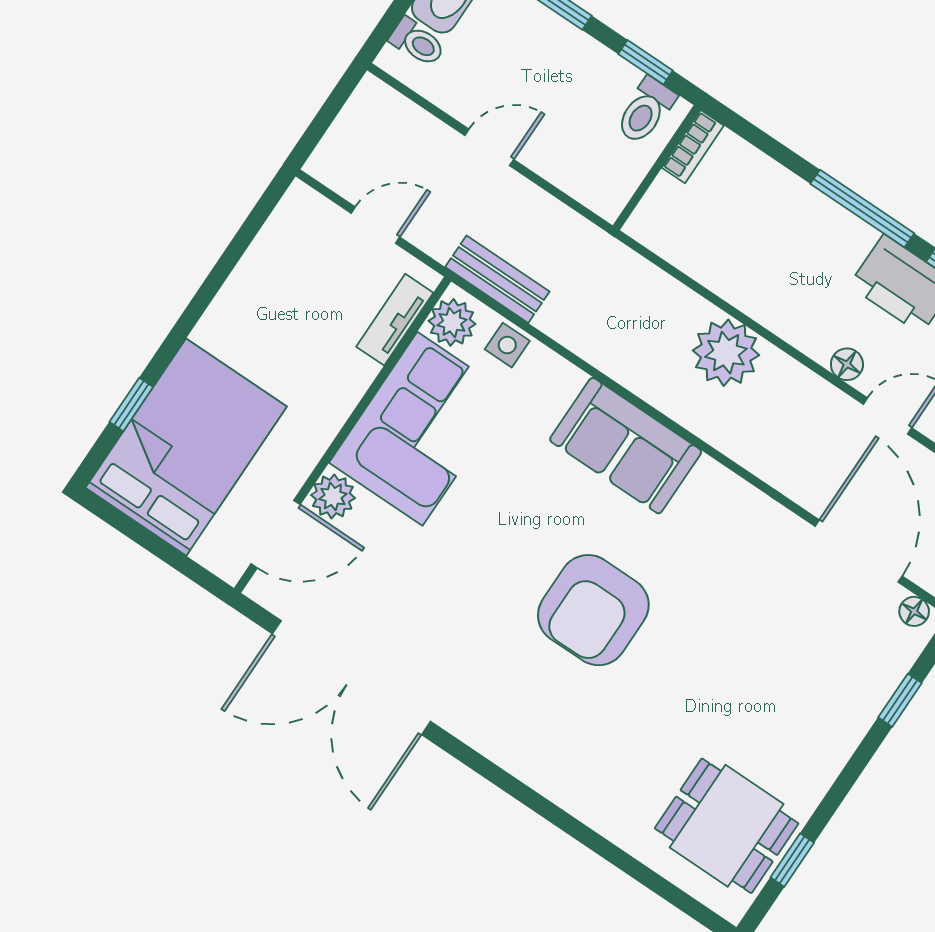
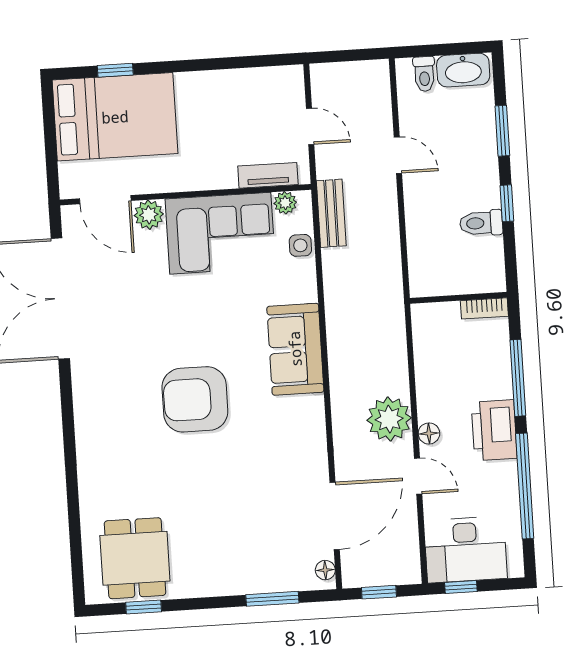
bookcase: (693, 147) -> (484, 308), moved
wall: (657, 168) -> (458, 298), moved
plant: (452, 322) -> (285, 203), width x0.73, depth x0.73
plant: (726, 353) -> (389, 419), moved
window: (900, 700) -> (272, 599), width x1.50

